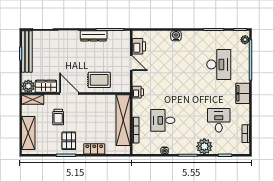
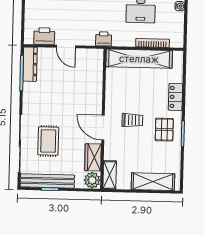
dresser: (94, 36) -> (30, 64), moved
door: (131, 63) -> (66, 46), swing flipped
rug: (99, 80) -> (48, 141), moved
door: (69, 93) -> (103, 128), hinge flipped
trolley: (58, 117) -> (132, 120), moved
pallet: (69, 141) -> (164, 130), turned 90

